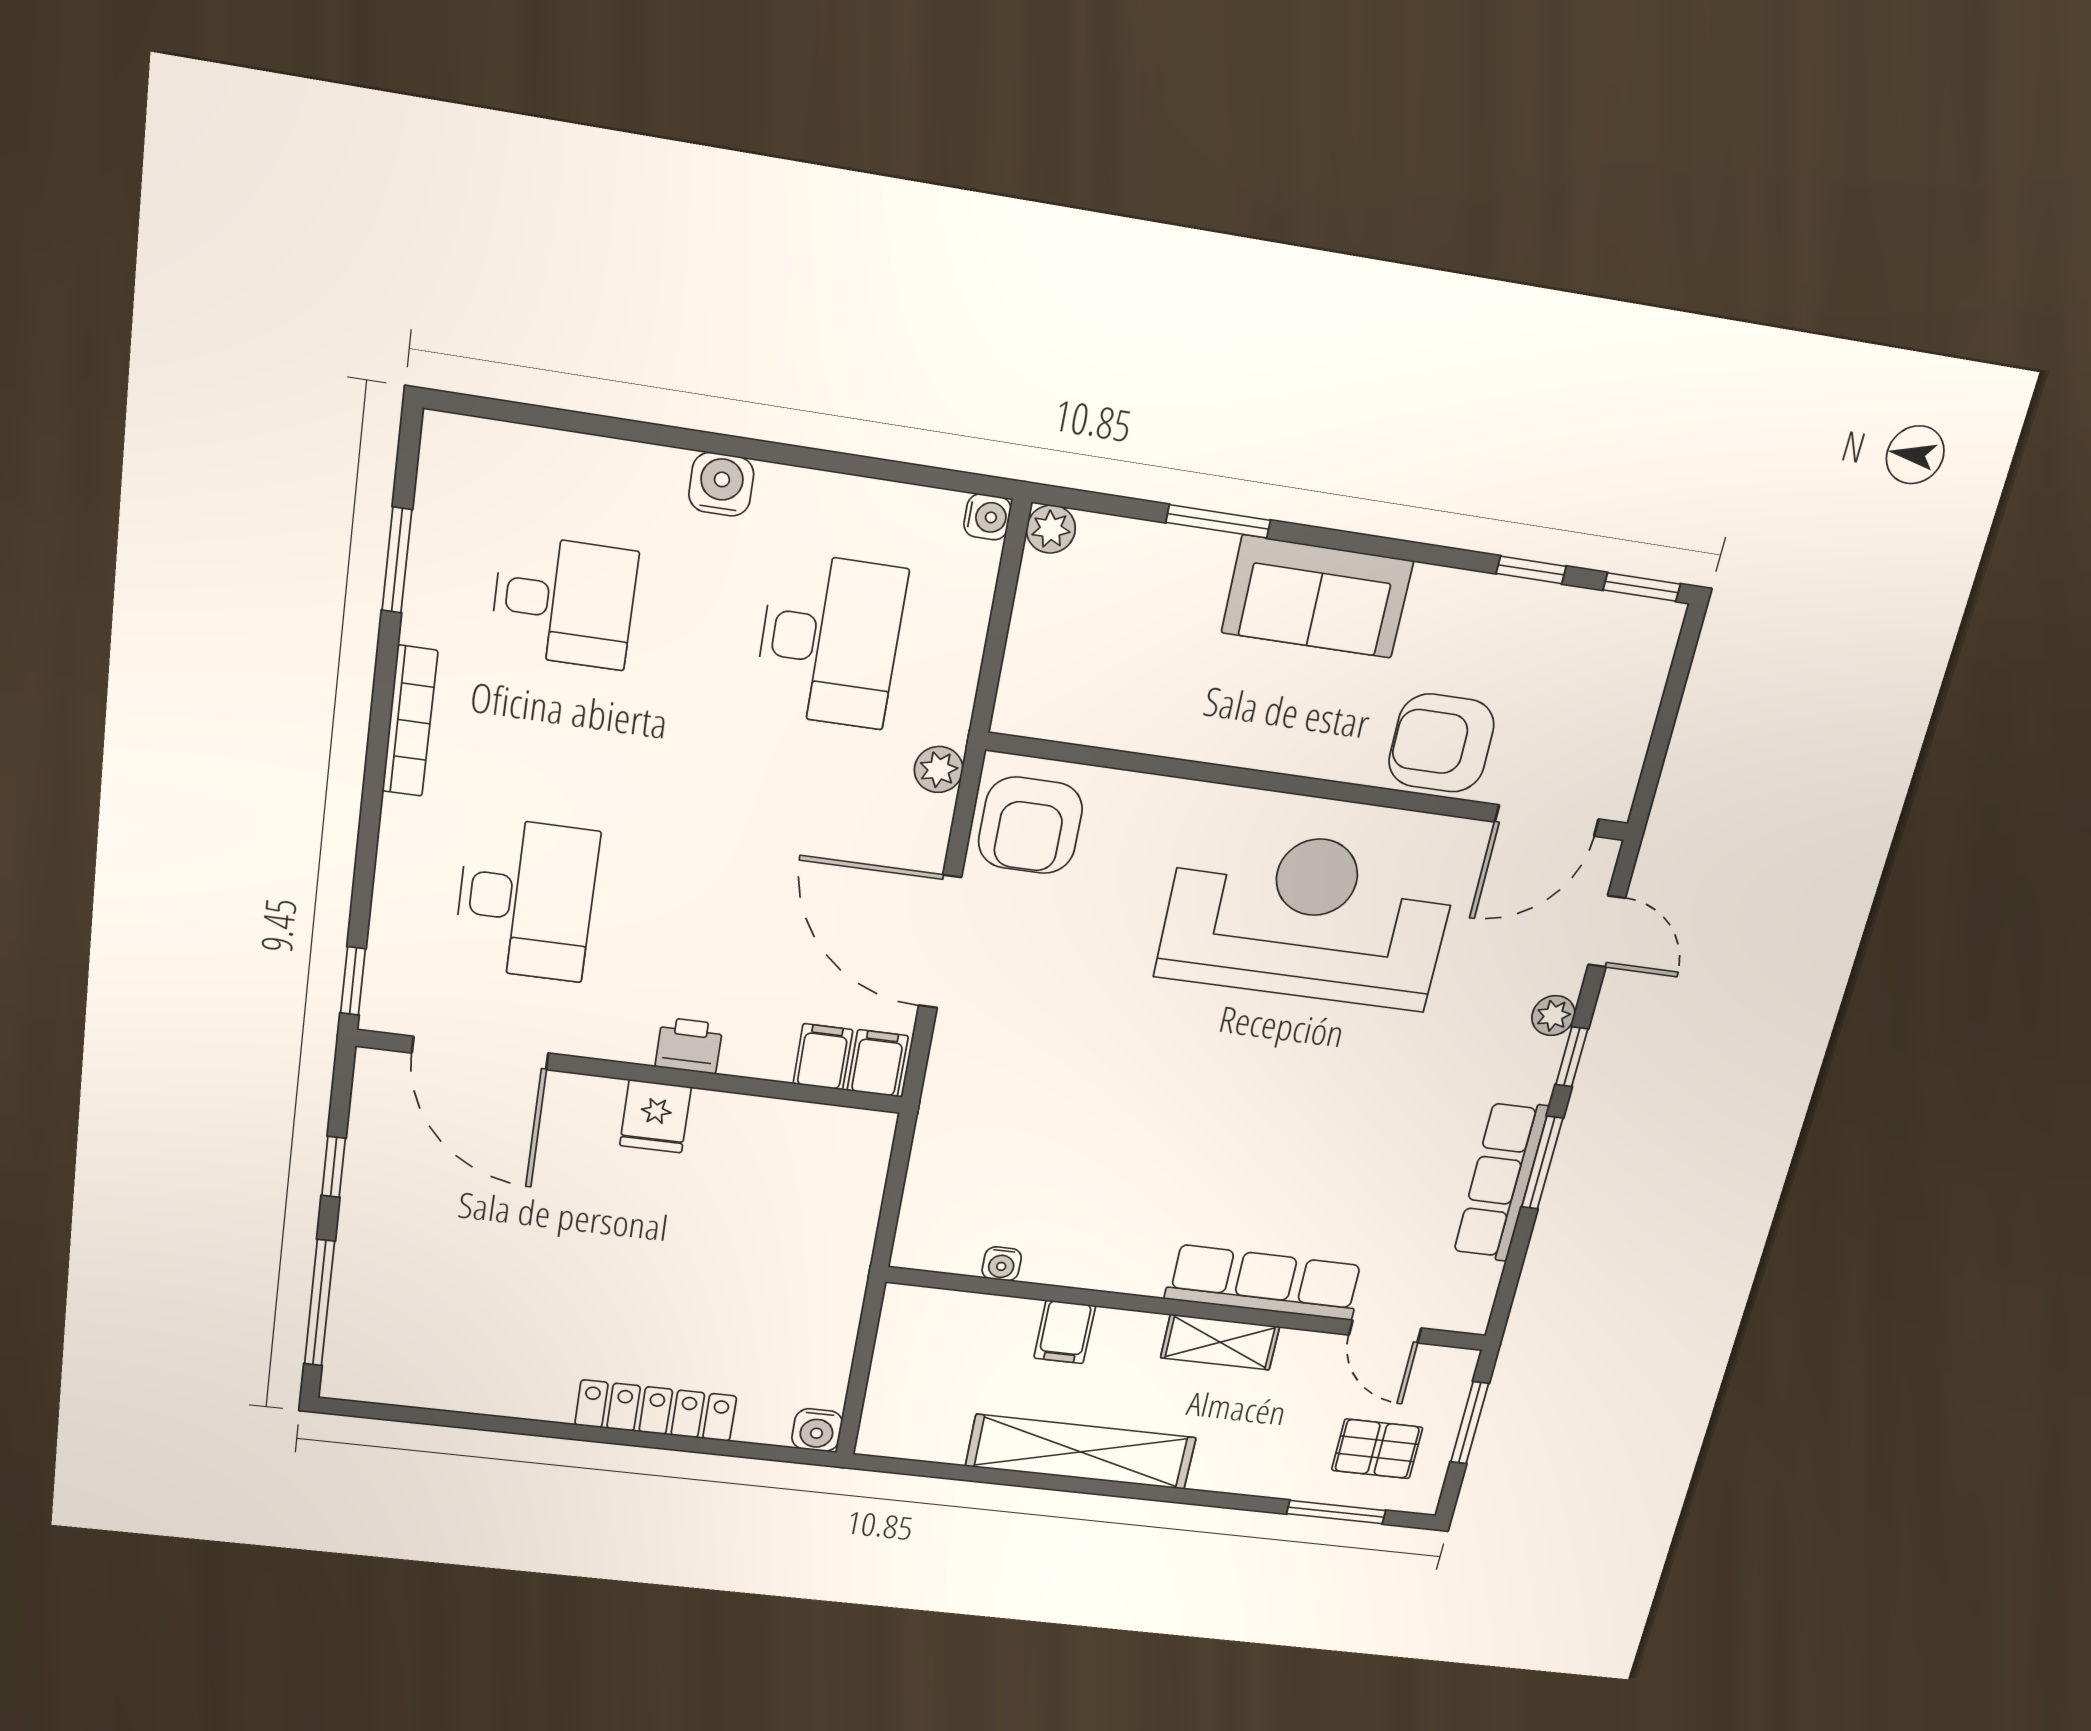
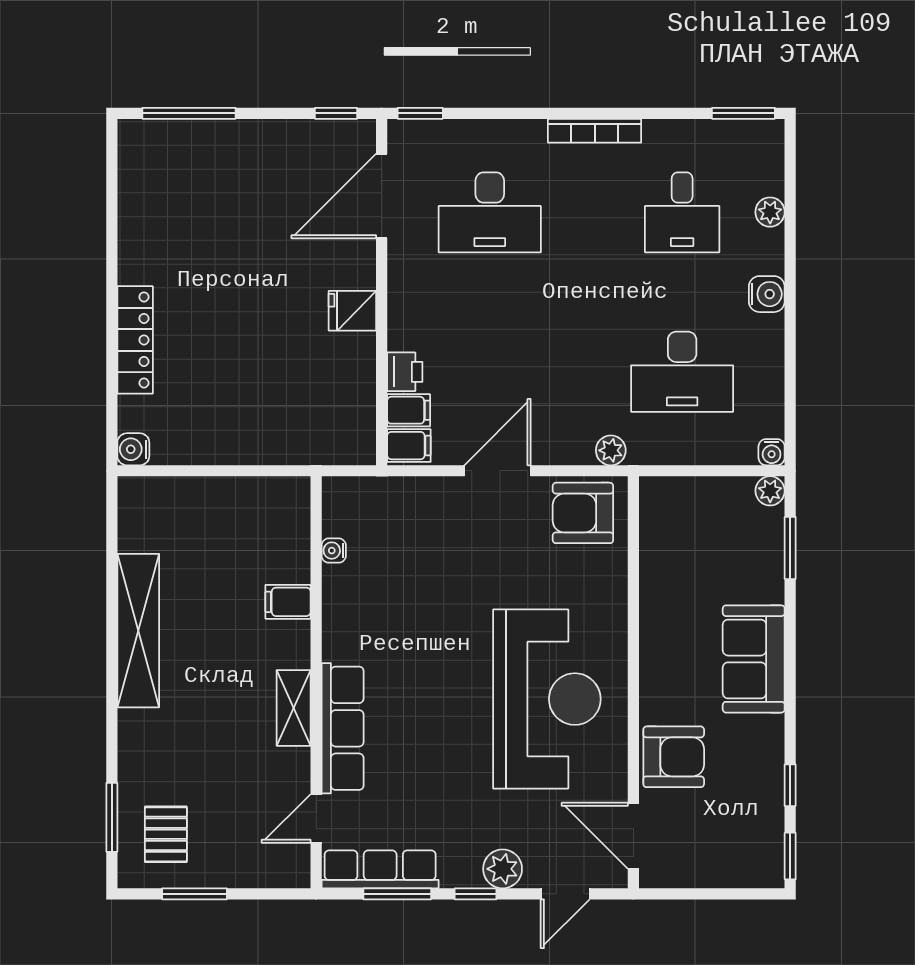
plant: (582, 457) -> (770, 212), added
window: (1218, 521) -> (790, 548), moved
window: (397, 560) -> (743, 113), moved
armchair: (1441, 743) -> (674, 757), turned 90
door: (940, 942) -> (498, 471), width x0.73
plant: (1553, 1016) -> (503, 869), width x1.38, depth x1.38
printer: (689, 1046) -> (405, 372), moved
window: (334, 1167) -> (336, 113), moved
water cooler: (1002, 1264) -> (334, 551), moved
row of seats: (1265, 1282) -> (343, 728), moved
wall: (1190, 1309) -> (316, 682), moved
filing cabinet: (1065, 1332) -> (288, 602), moved
door: (1385, 1332) -> (316, 818), moved
shelving: (1220, 1342) -> (294, 708), moved

